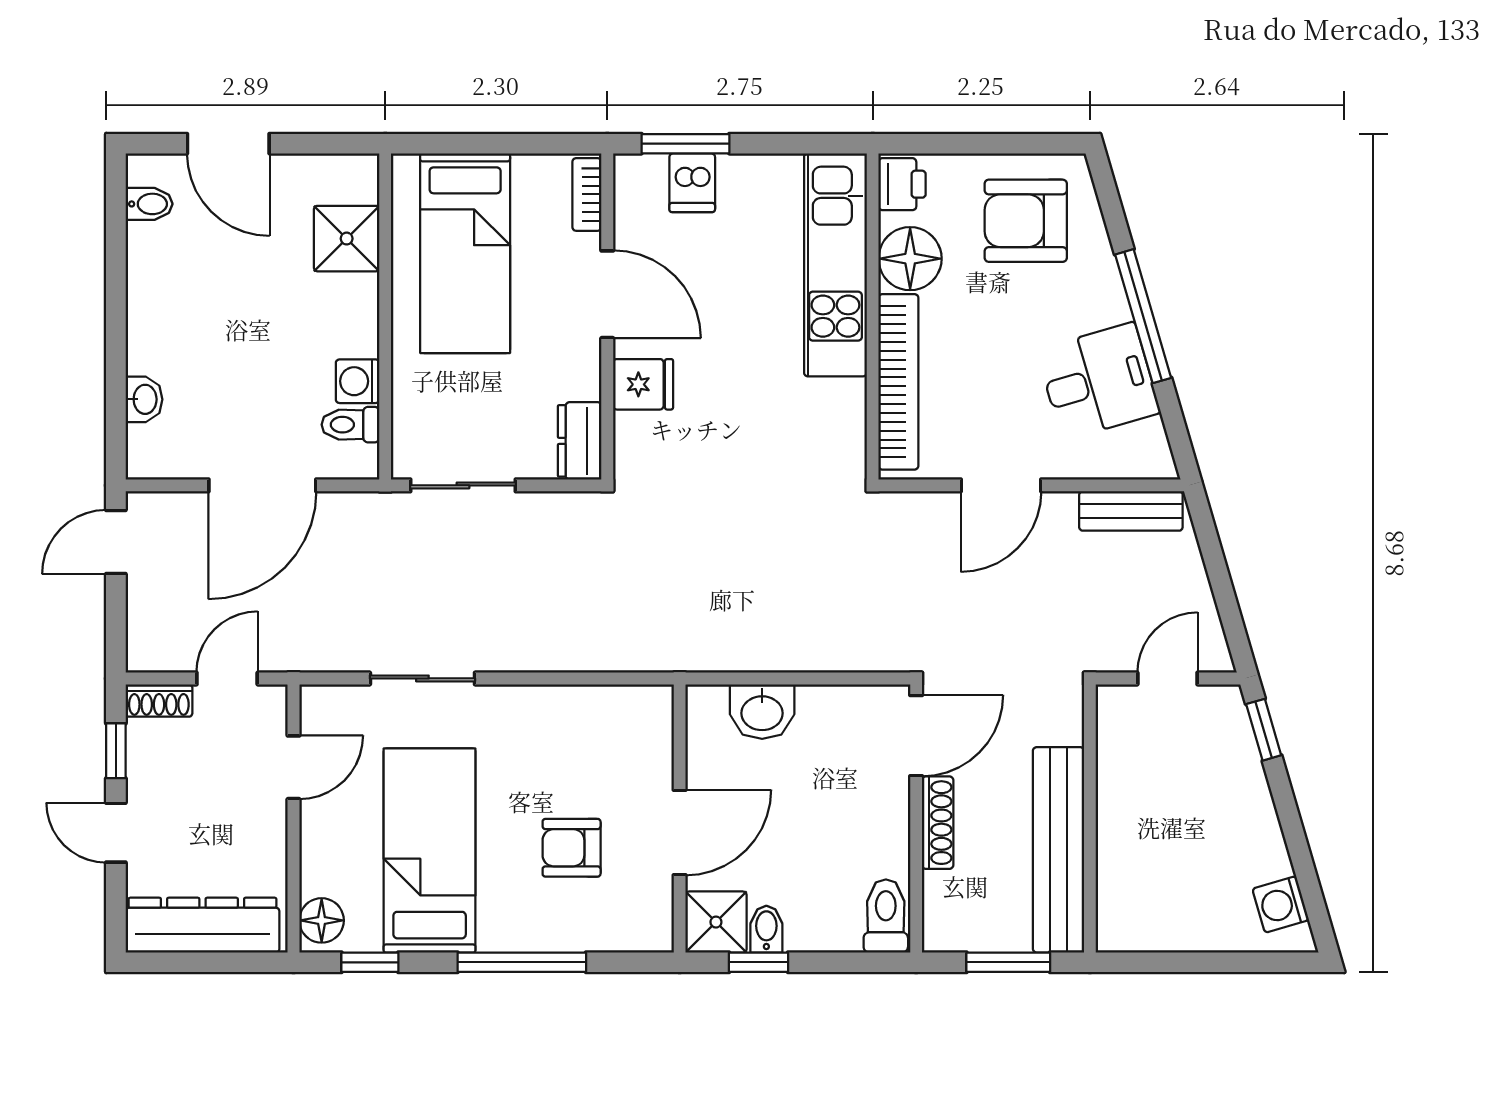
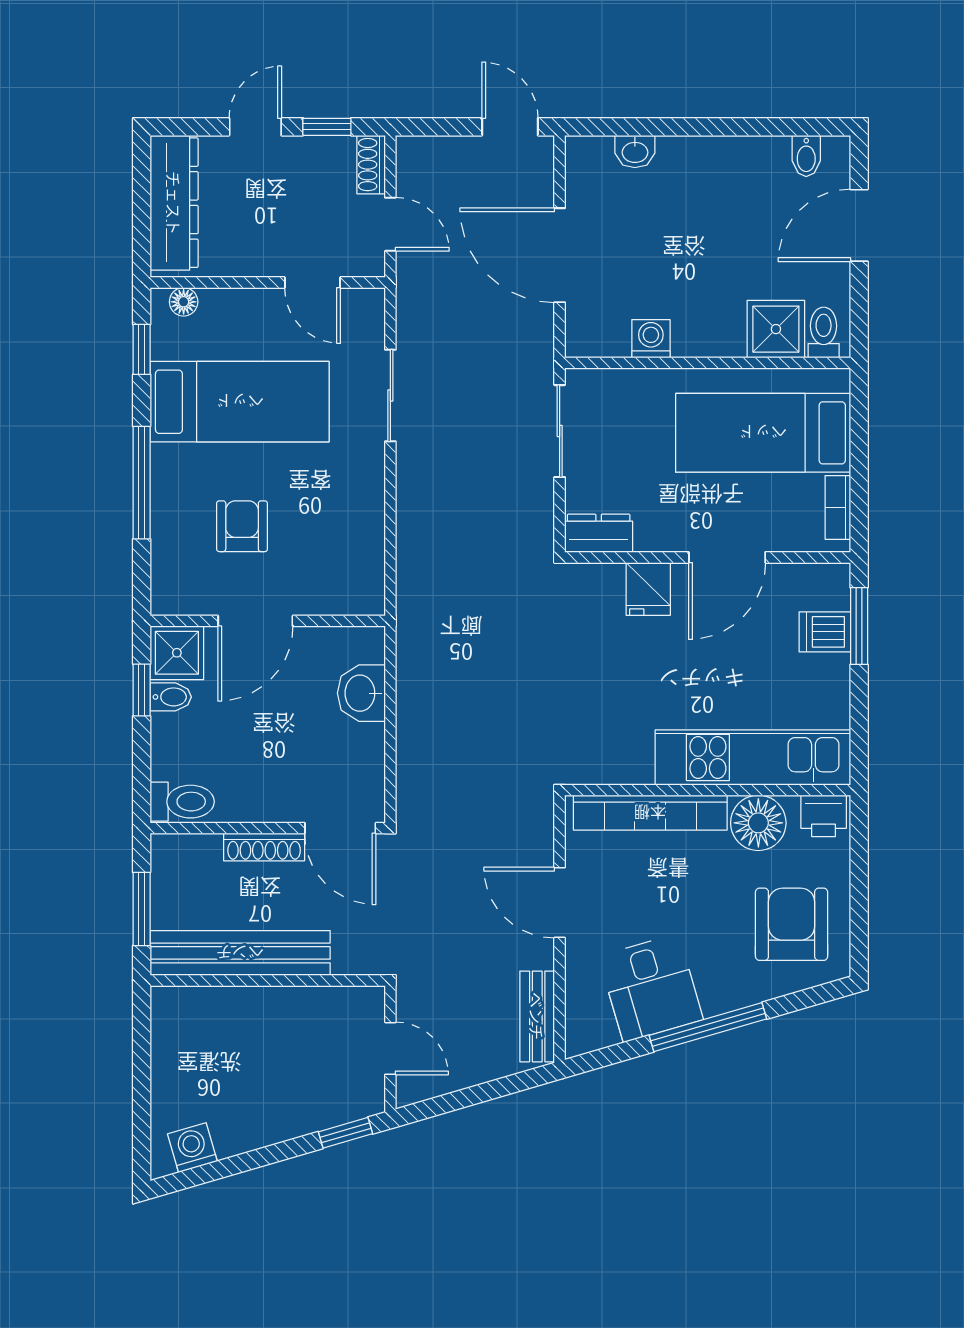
bookcase: (587, 194) -> (838, 507), moved, turned -90
toilet: (350, 425) -> (824, 332), moved
door: (680, 832) -> (255, 621), hinge flipped
floor lamp: (322, 920) -> (184, 302), width x0.73, depth x0.73

